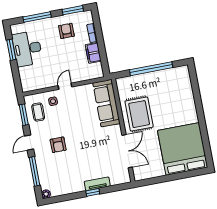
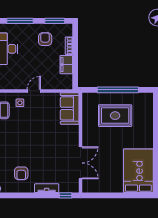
sofa: (106, 103) -> (70, 108), width x0.73
rug: (139, 114) -> (115, 116), moved, turned 90
armchair: (58, 145) -> (21, 173), moved
bed: (183, 149) -> (138, 171), width x0.73
window: (93, 192) -> (66, 195), moved

